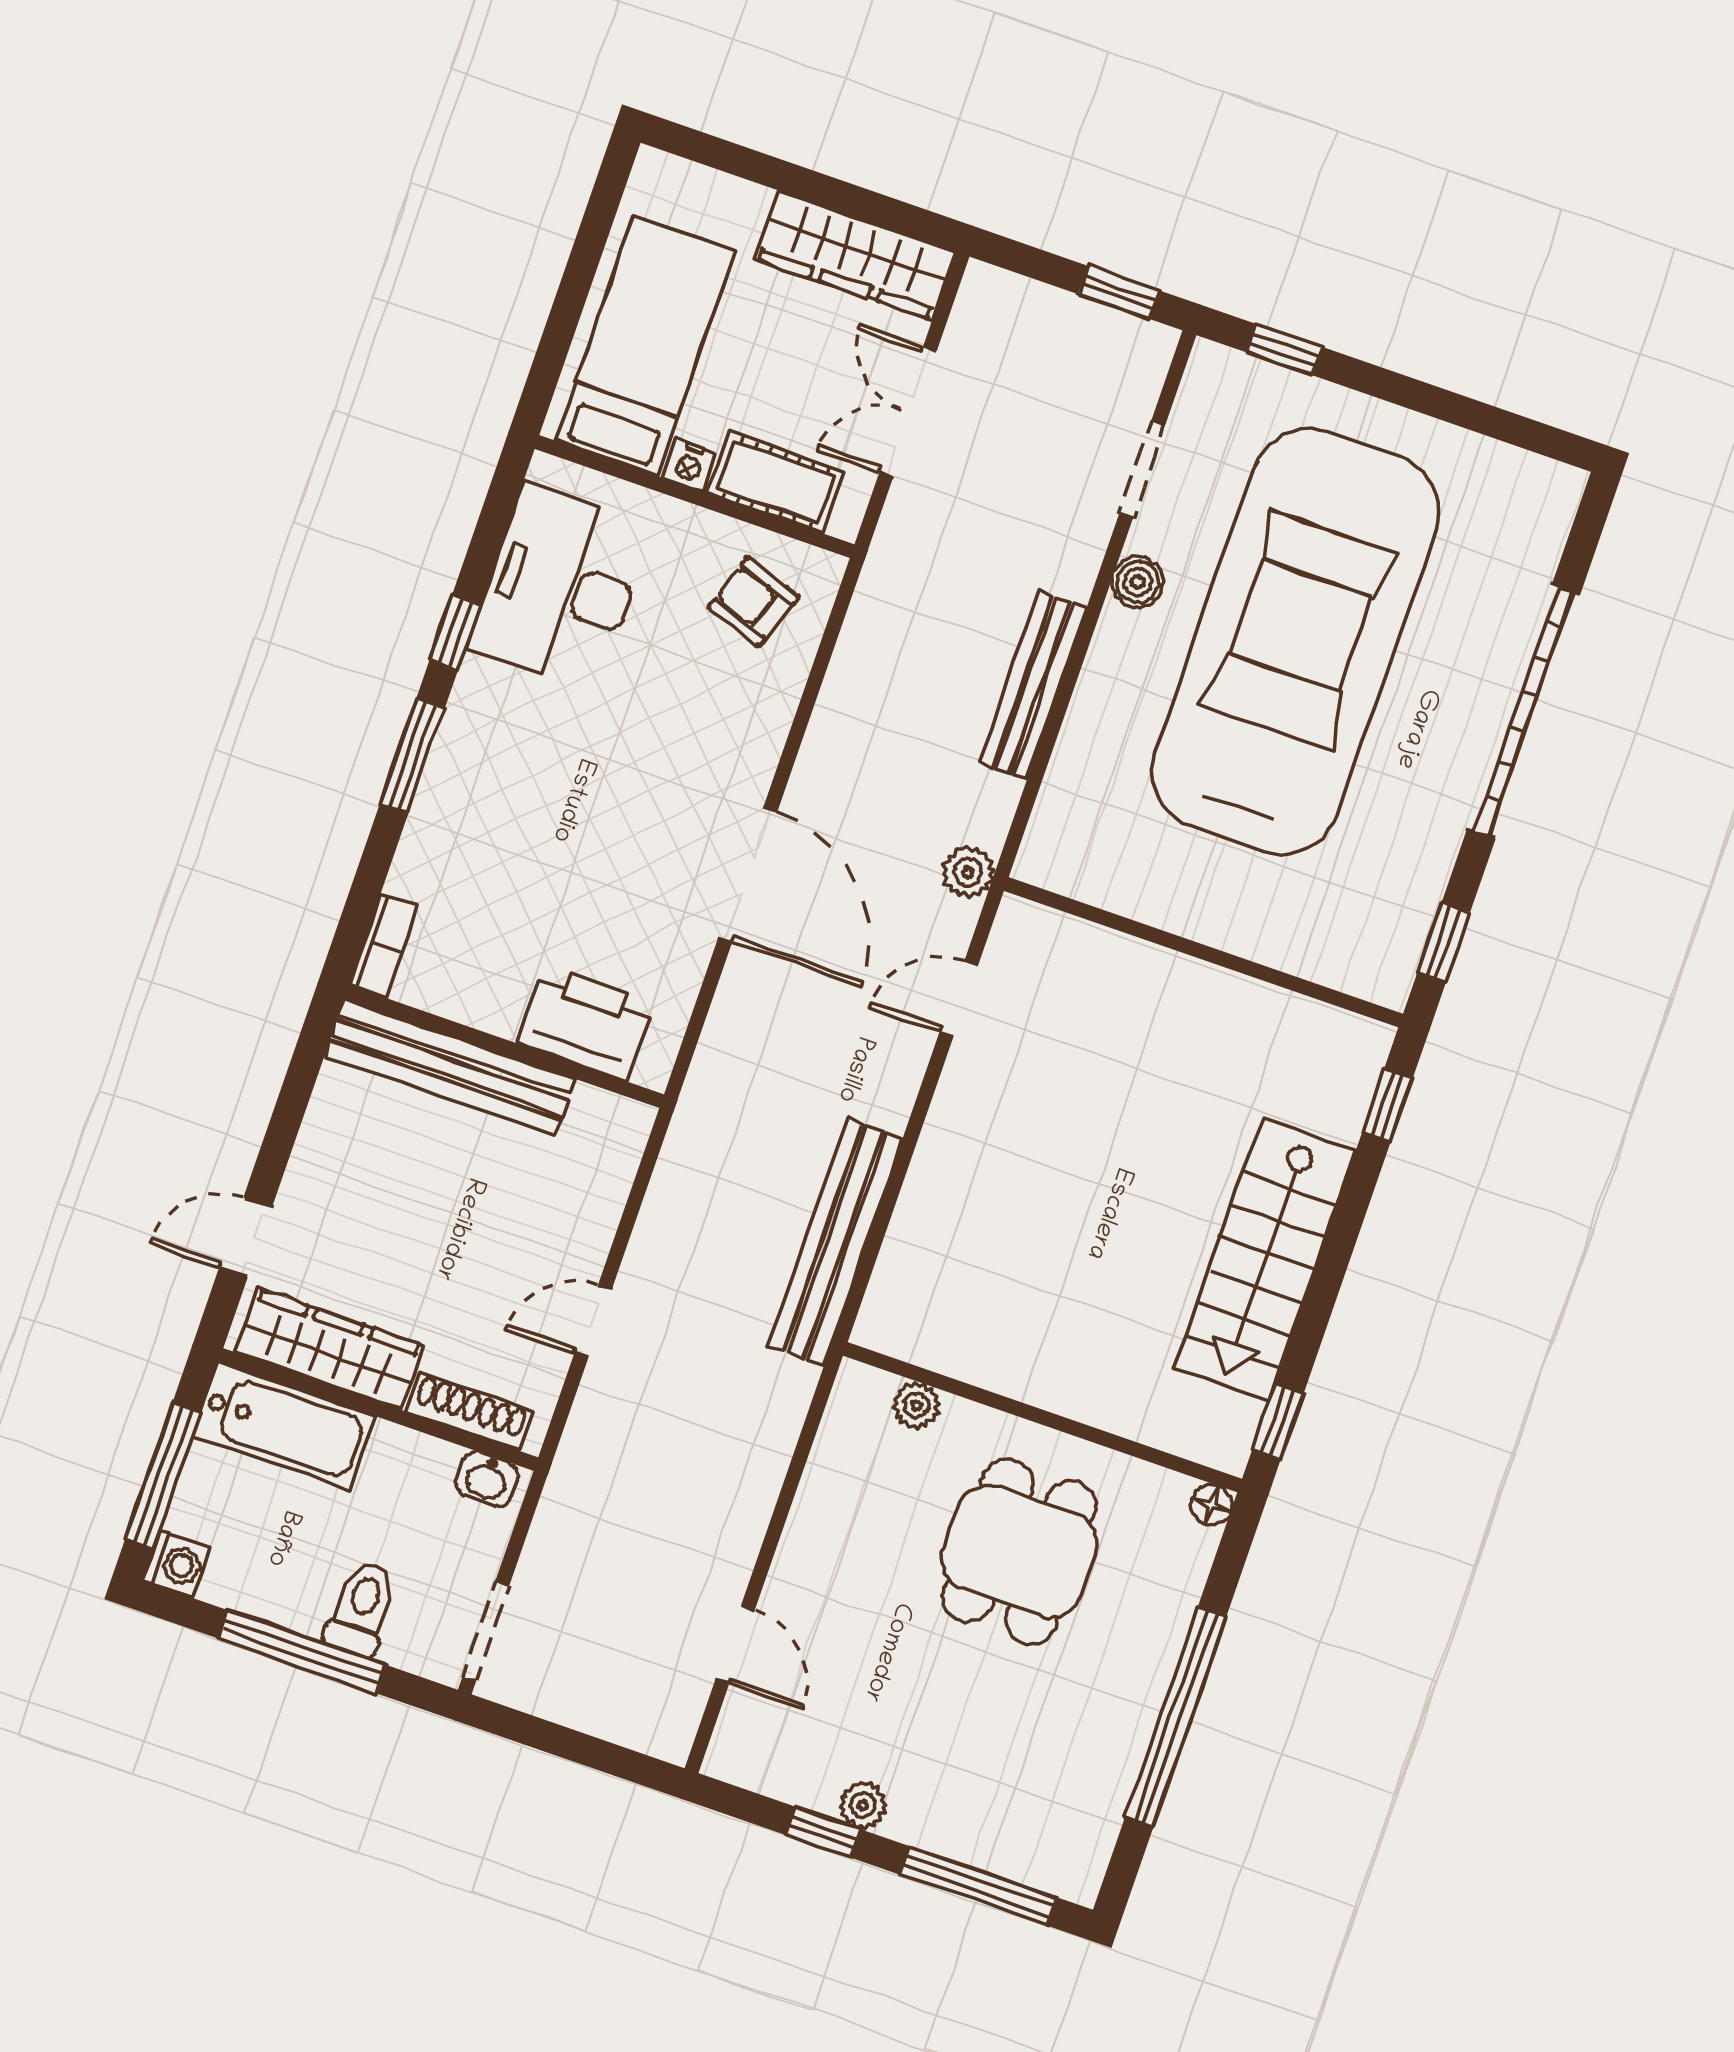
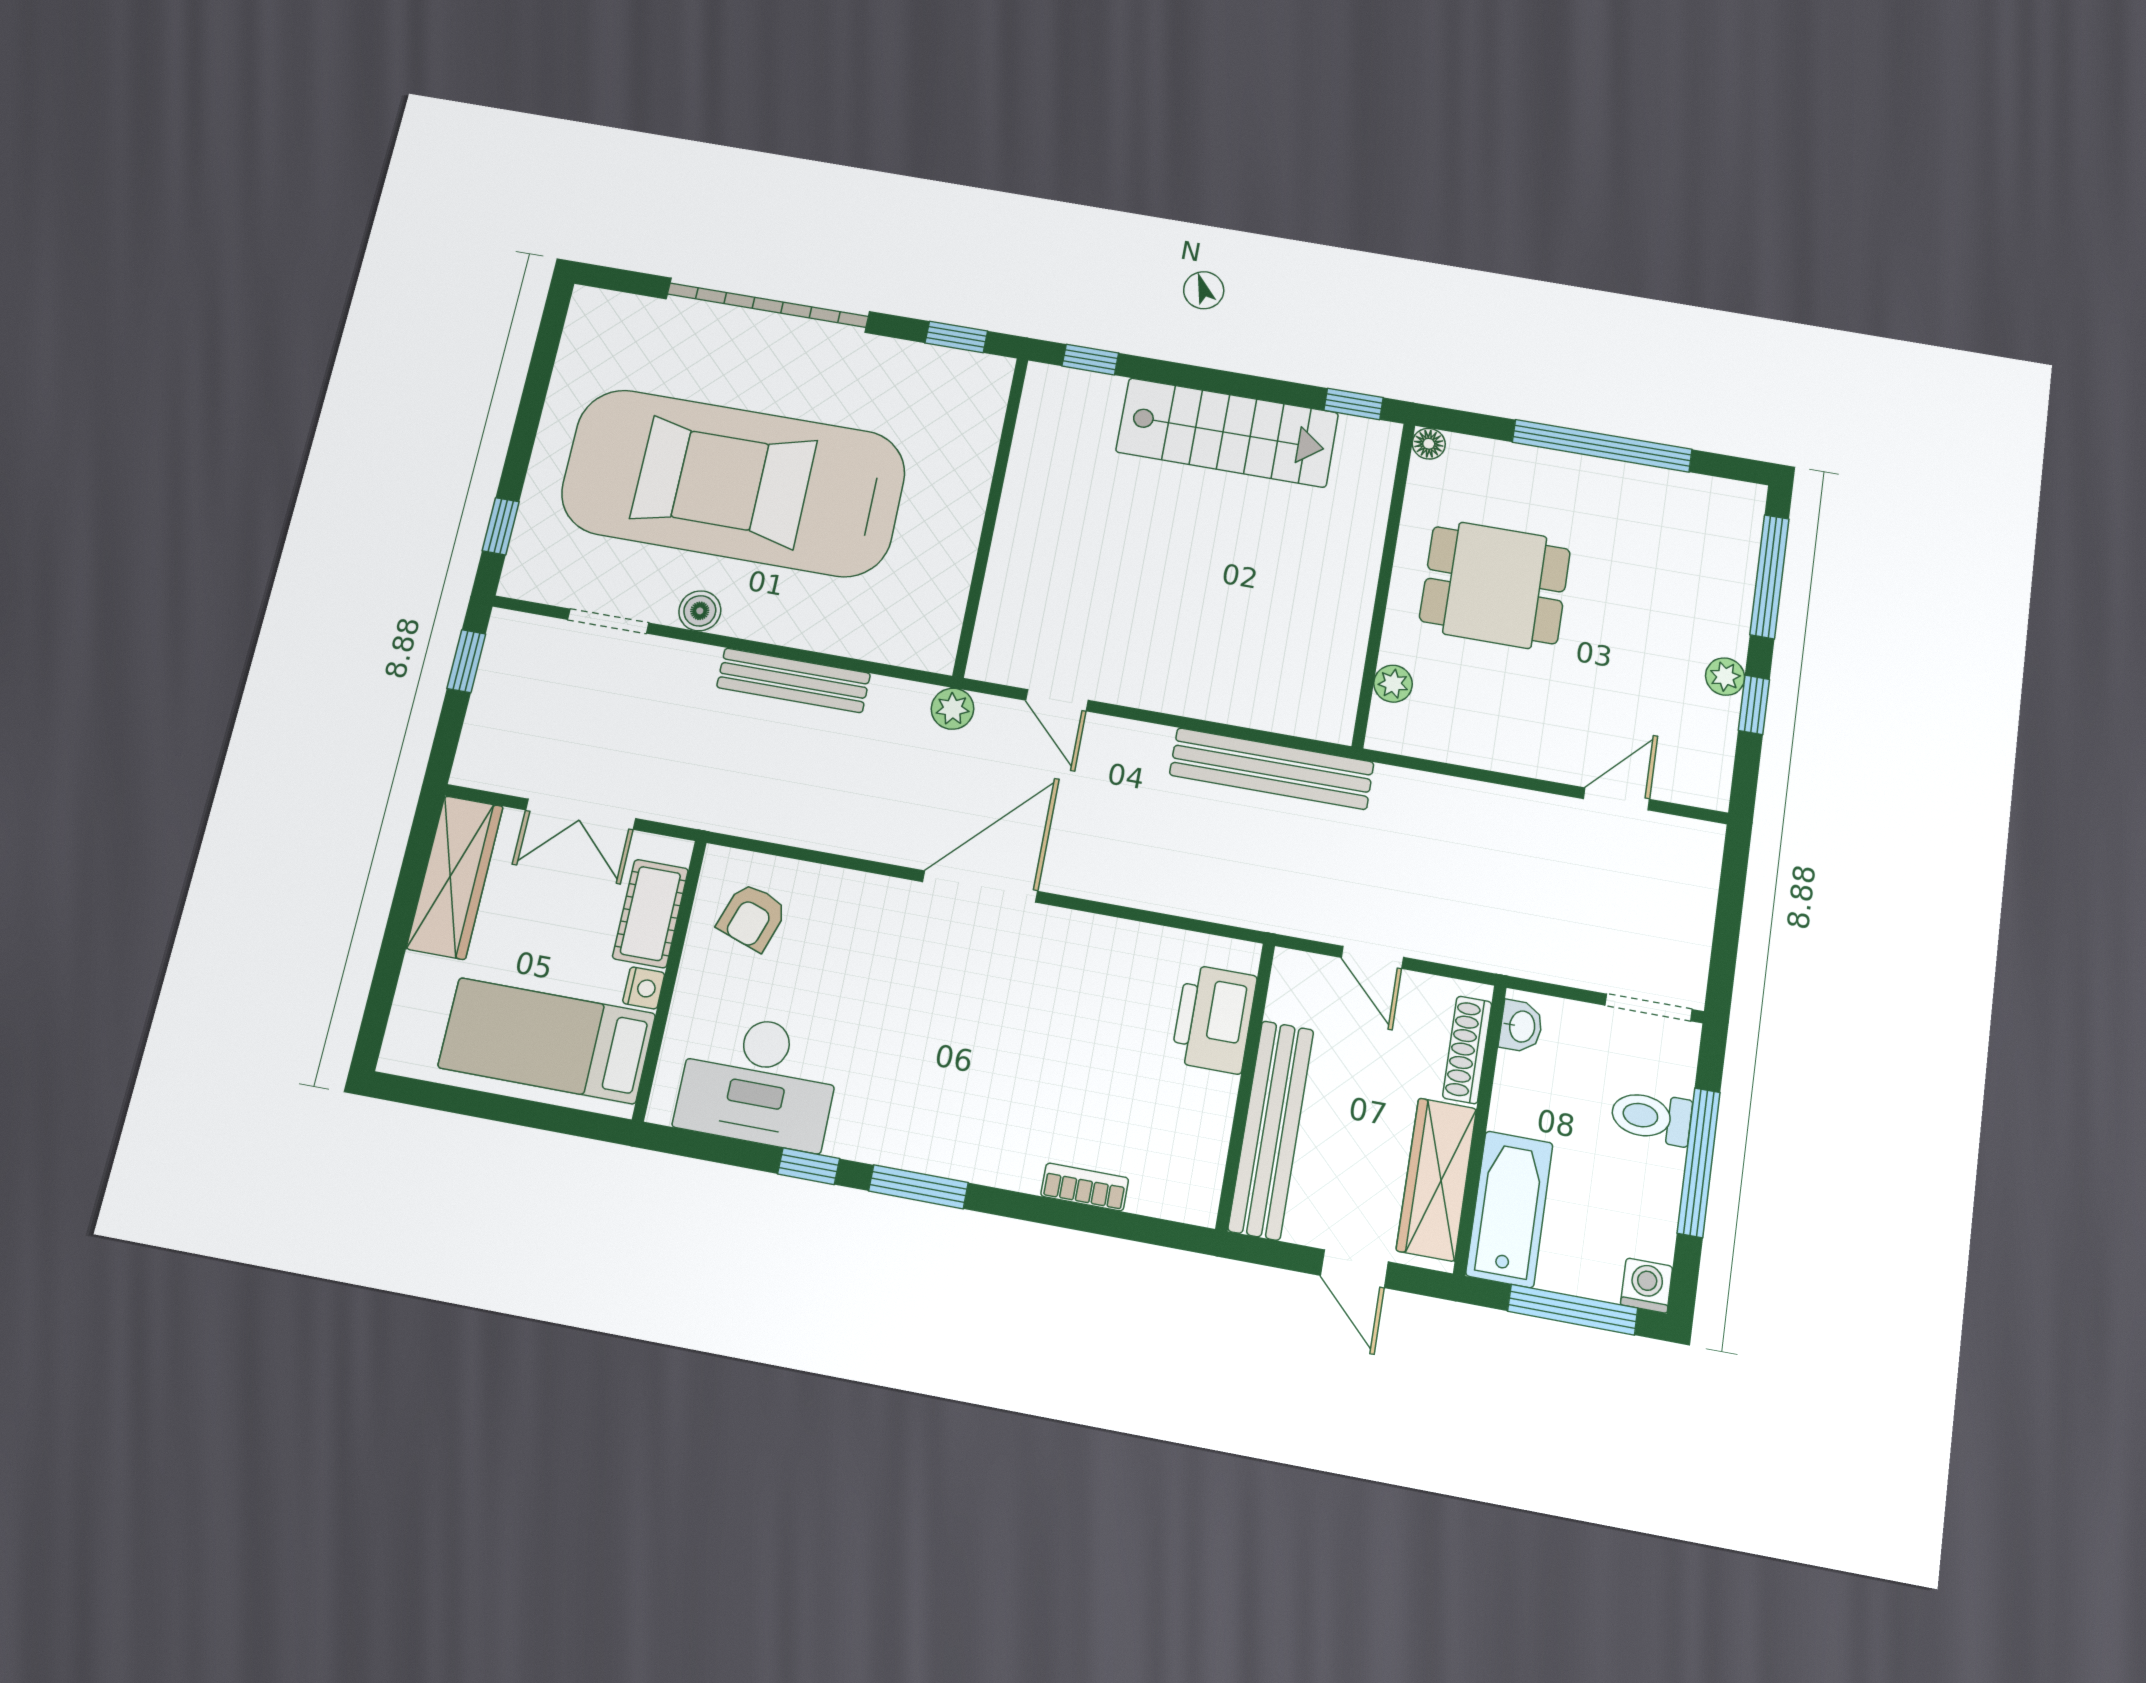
printer: (586, 1023) -> (1214, 1019), moved
wall: (504, 1047) -> (1245, 1085), moved
bench: (450, 1068) -> (1271, 1130), moved

